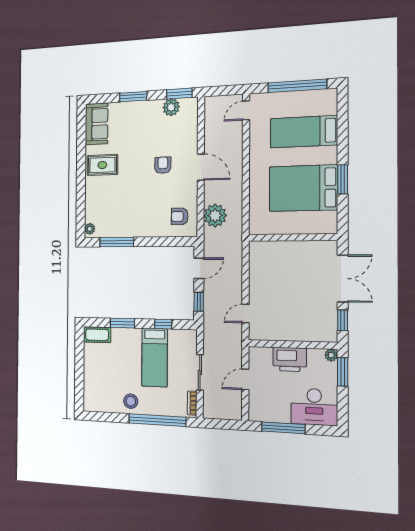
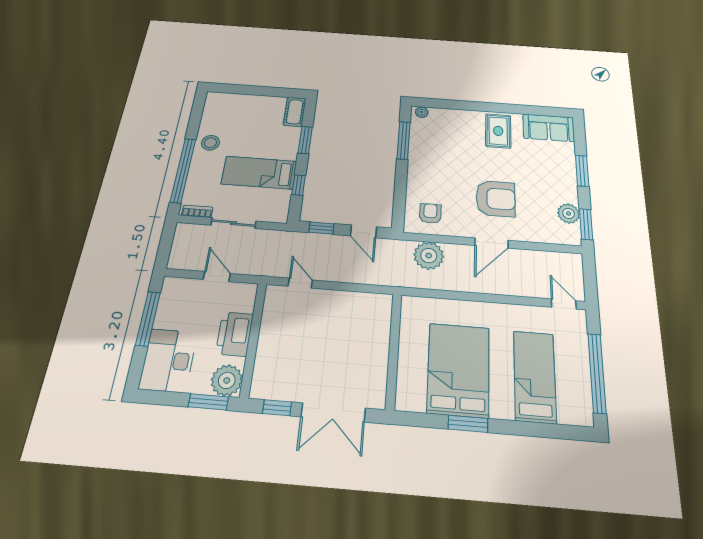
armchair: (163, 165) -> (496, 199), width x1.88, depth x1.88
plant: (331, 355) -> (227, 380), width x1.88, depth x1.88

